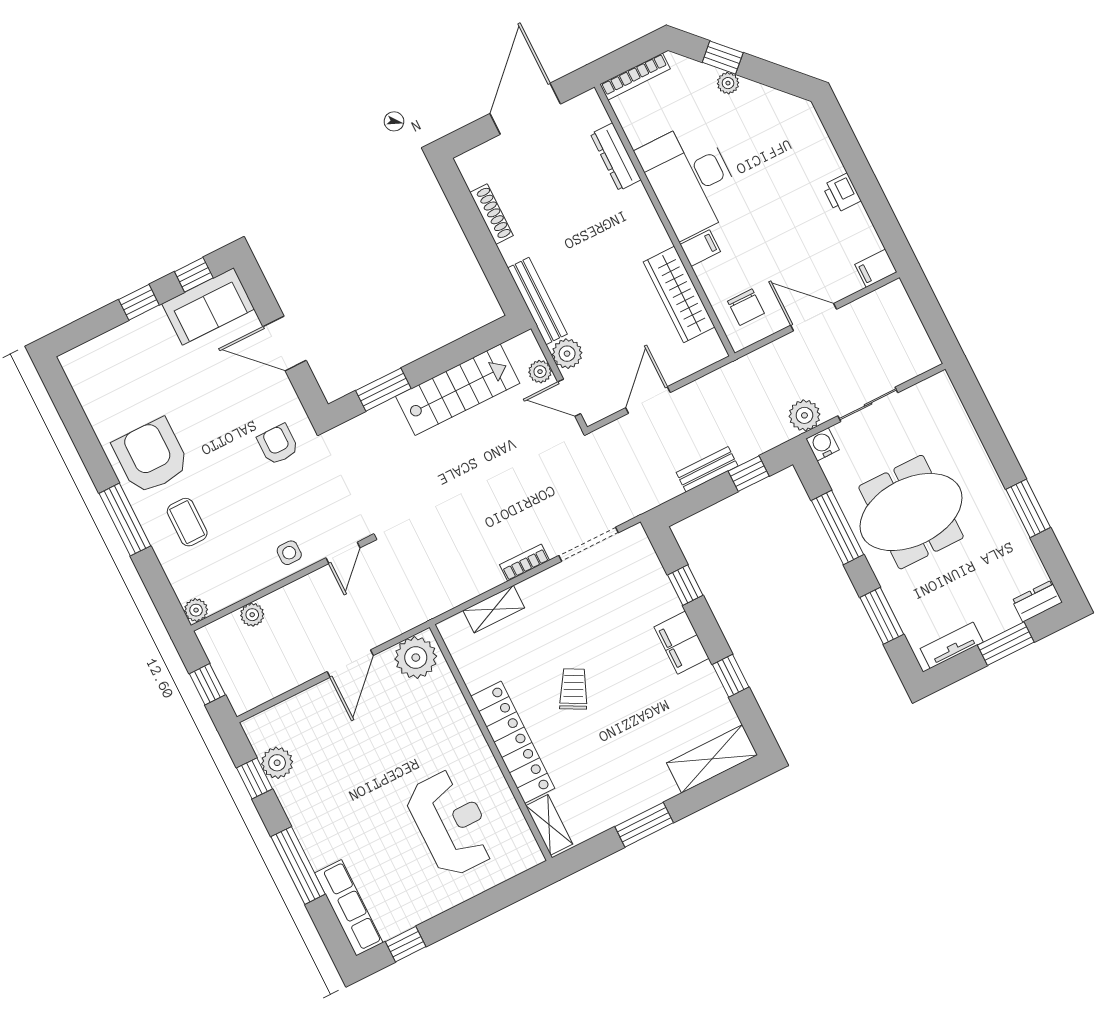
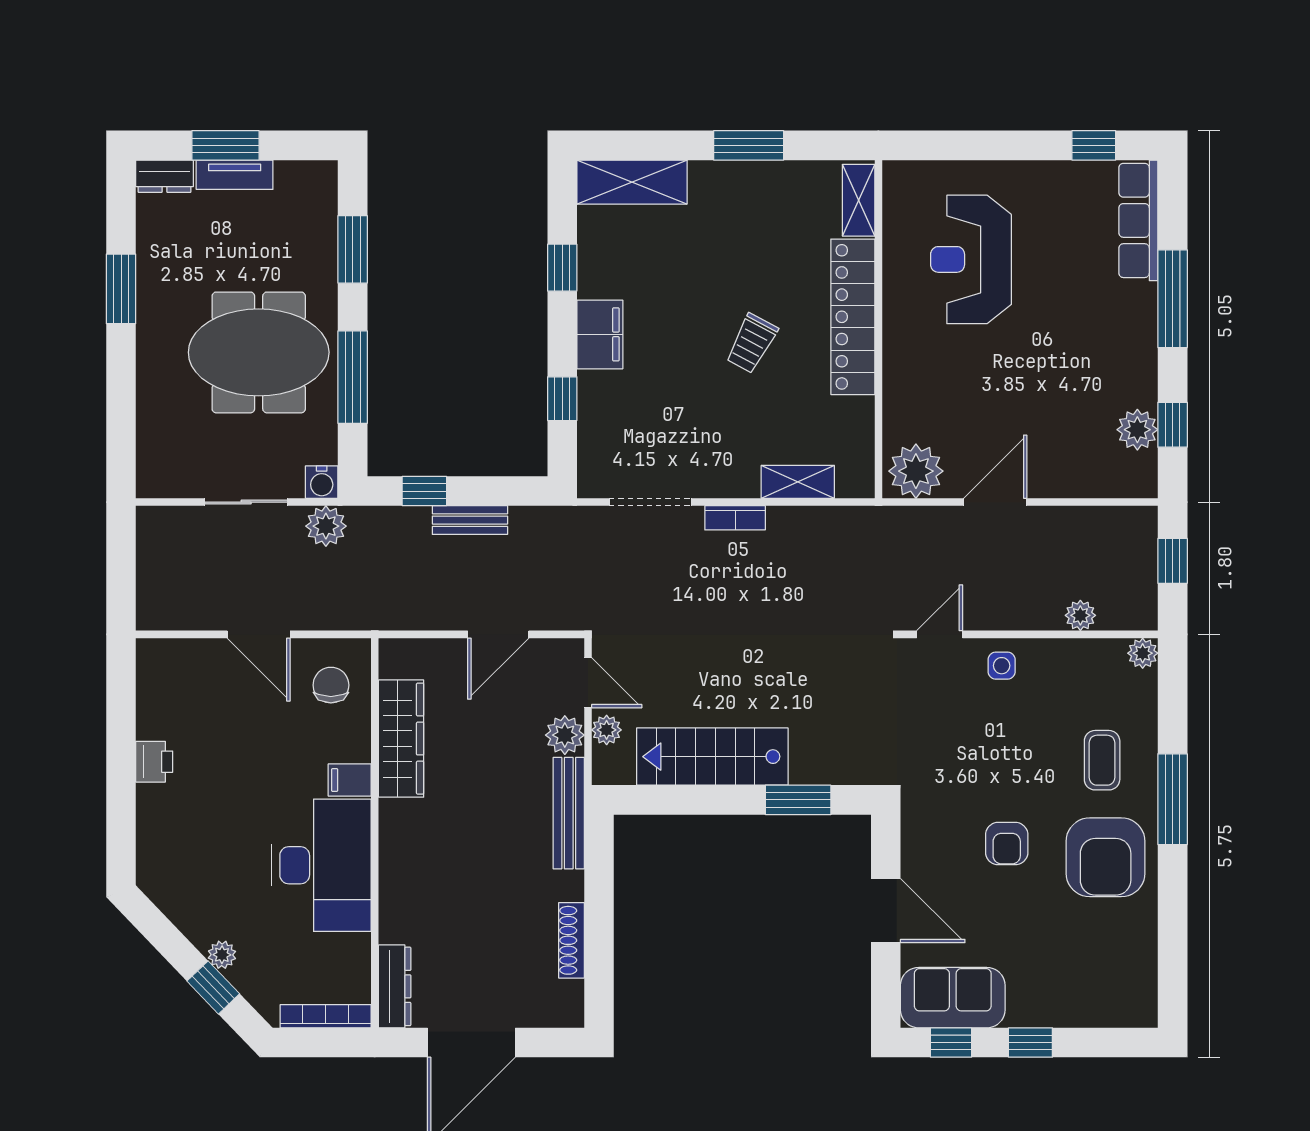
dresser: (616, 157) -> (395, 986), moved
filing cabinet: (876, 268) -> (158, 655), removed
armchair: (278, 444) -> (1007, 844), moved
tv unit: (952, 645) -> (235, 175), moved

